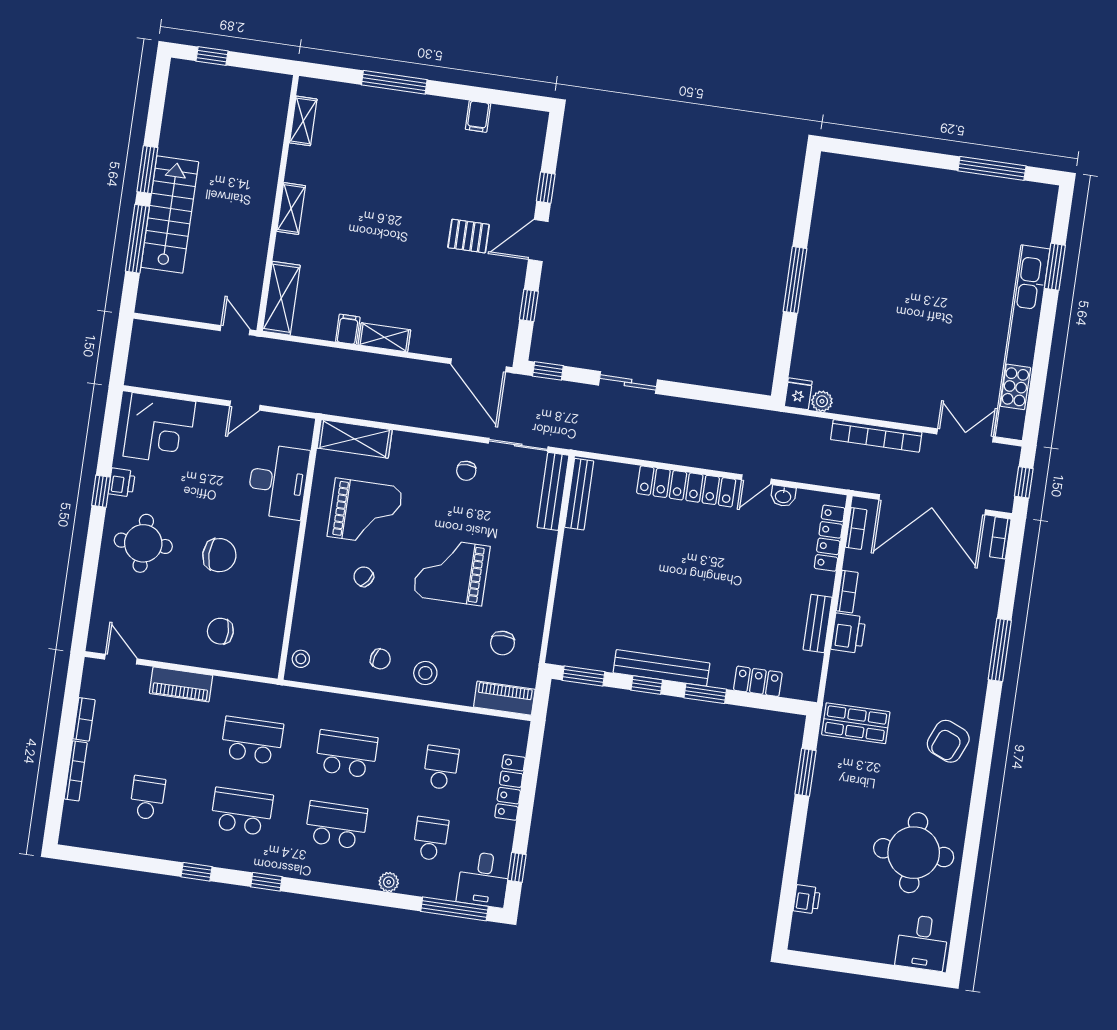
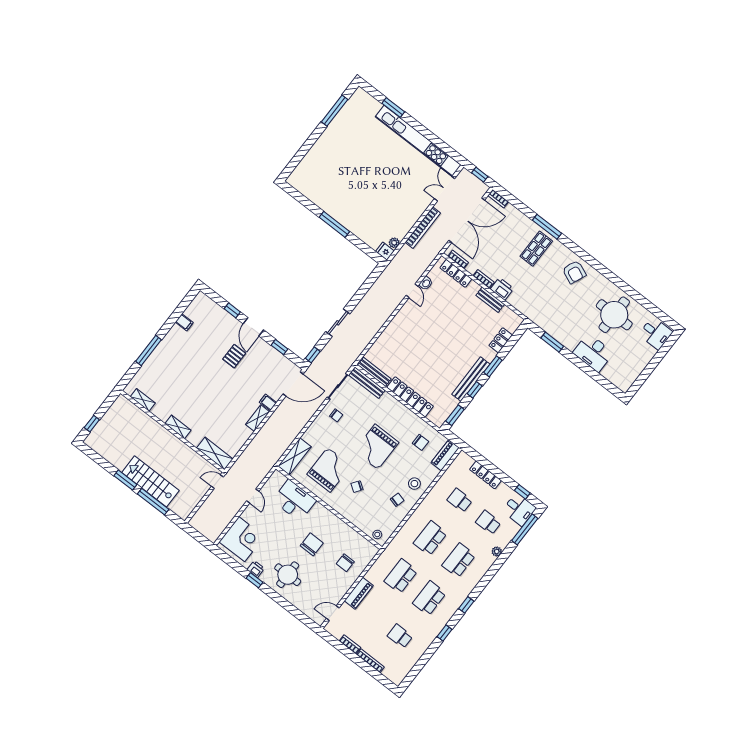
filing cabinet: (348, 329) -> (268, 402), moved
locker: (686, 486) -> (410, 397), moved, turned -90
shop shelf: (856, 723) -> (536, 249), moved
desk: (827, 853) -> (593, 353), added
printer: (807, 899) -> (608, 373), removed

